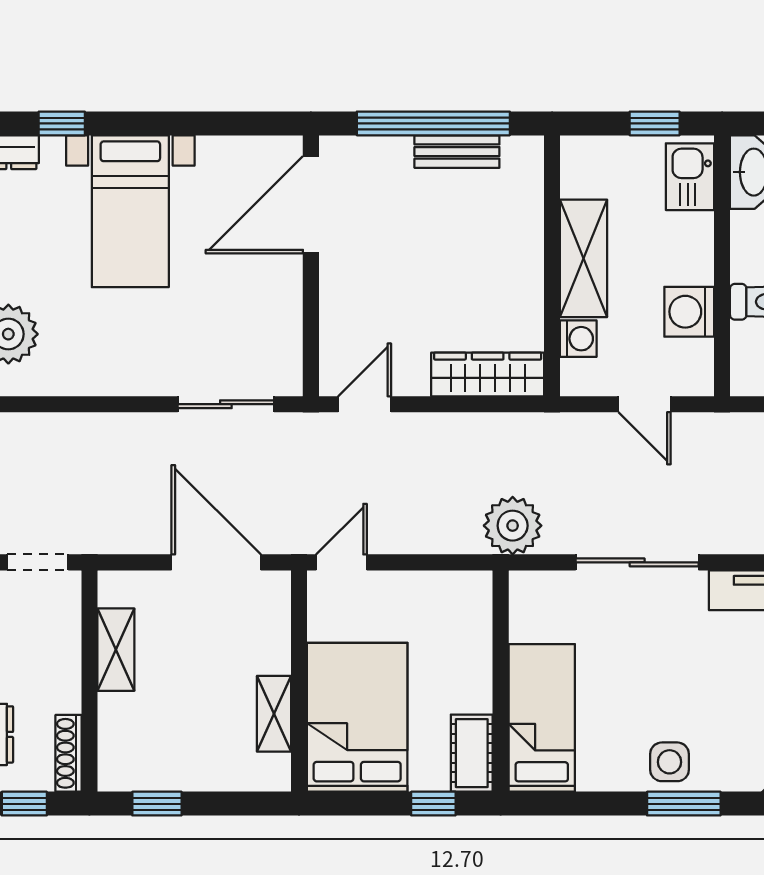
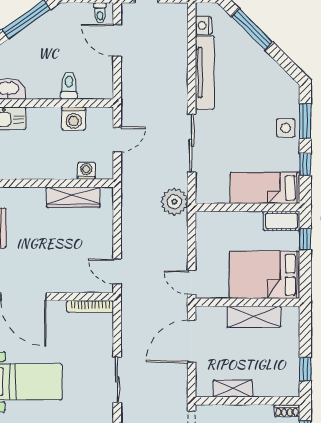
shelving: (583, 258) -> (49, 168), removed
bookcase: (290, 347) -> (90, 306), added
wardrobe: (488, 374) -> (73, 197), moved, turned -90
sliding door: (226, 404) -> (117, 380), moved
shelving: (274, 714) -> (254, 317), width x1.50, depth x1.33
shoe rack: (68, 753) -> (287, 411), width x0.70
window: (592, 804) -> (305, 165), added

